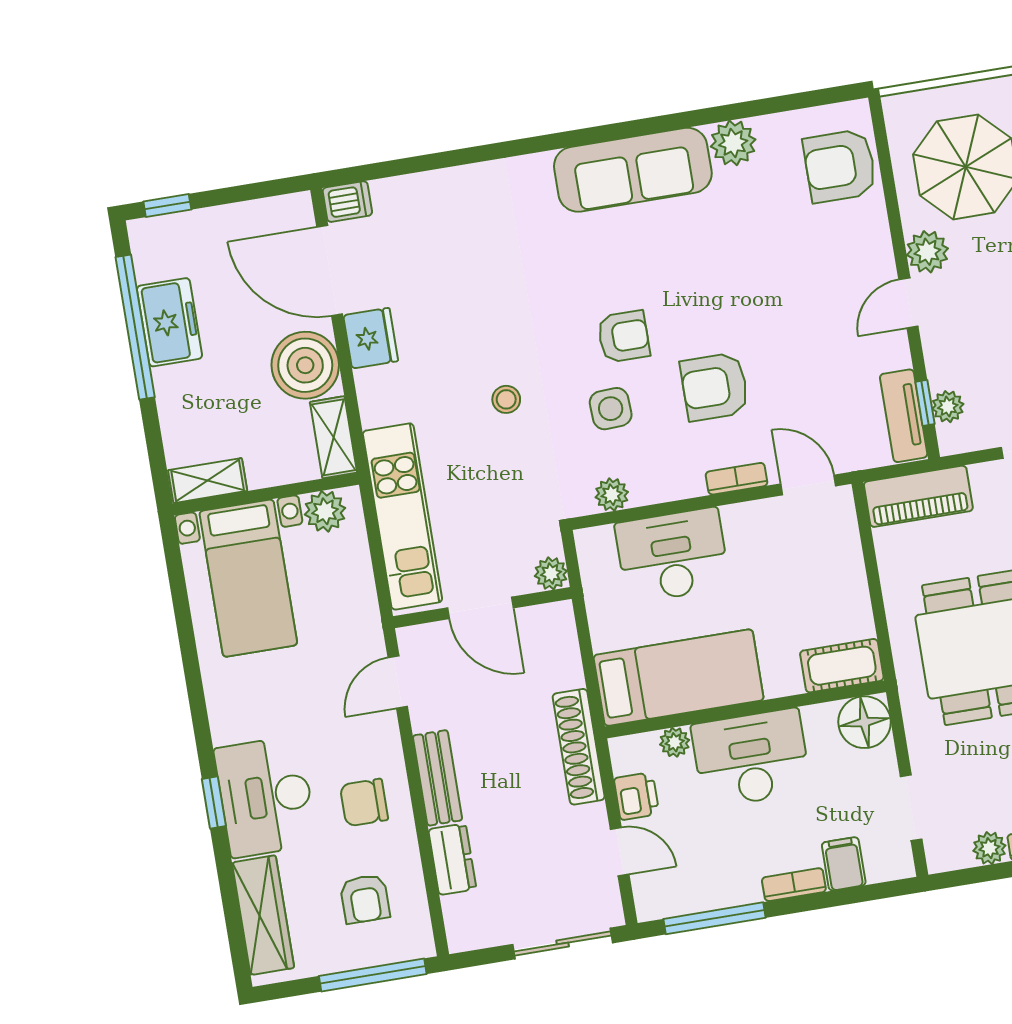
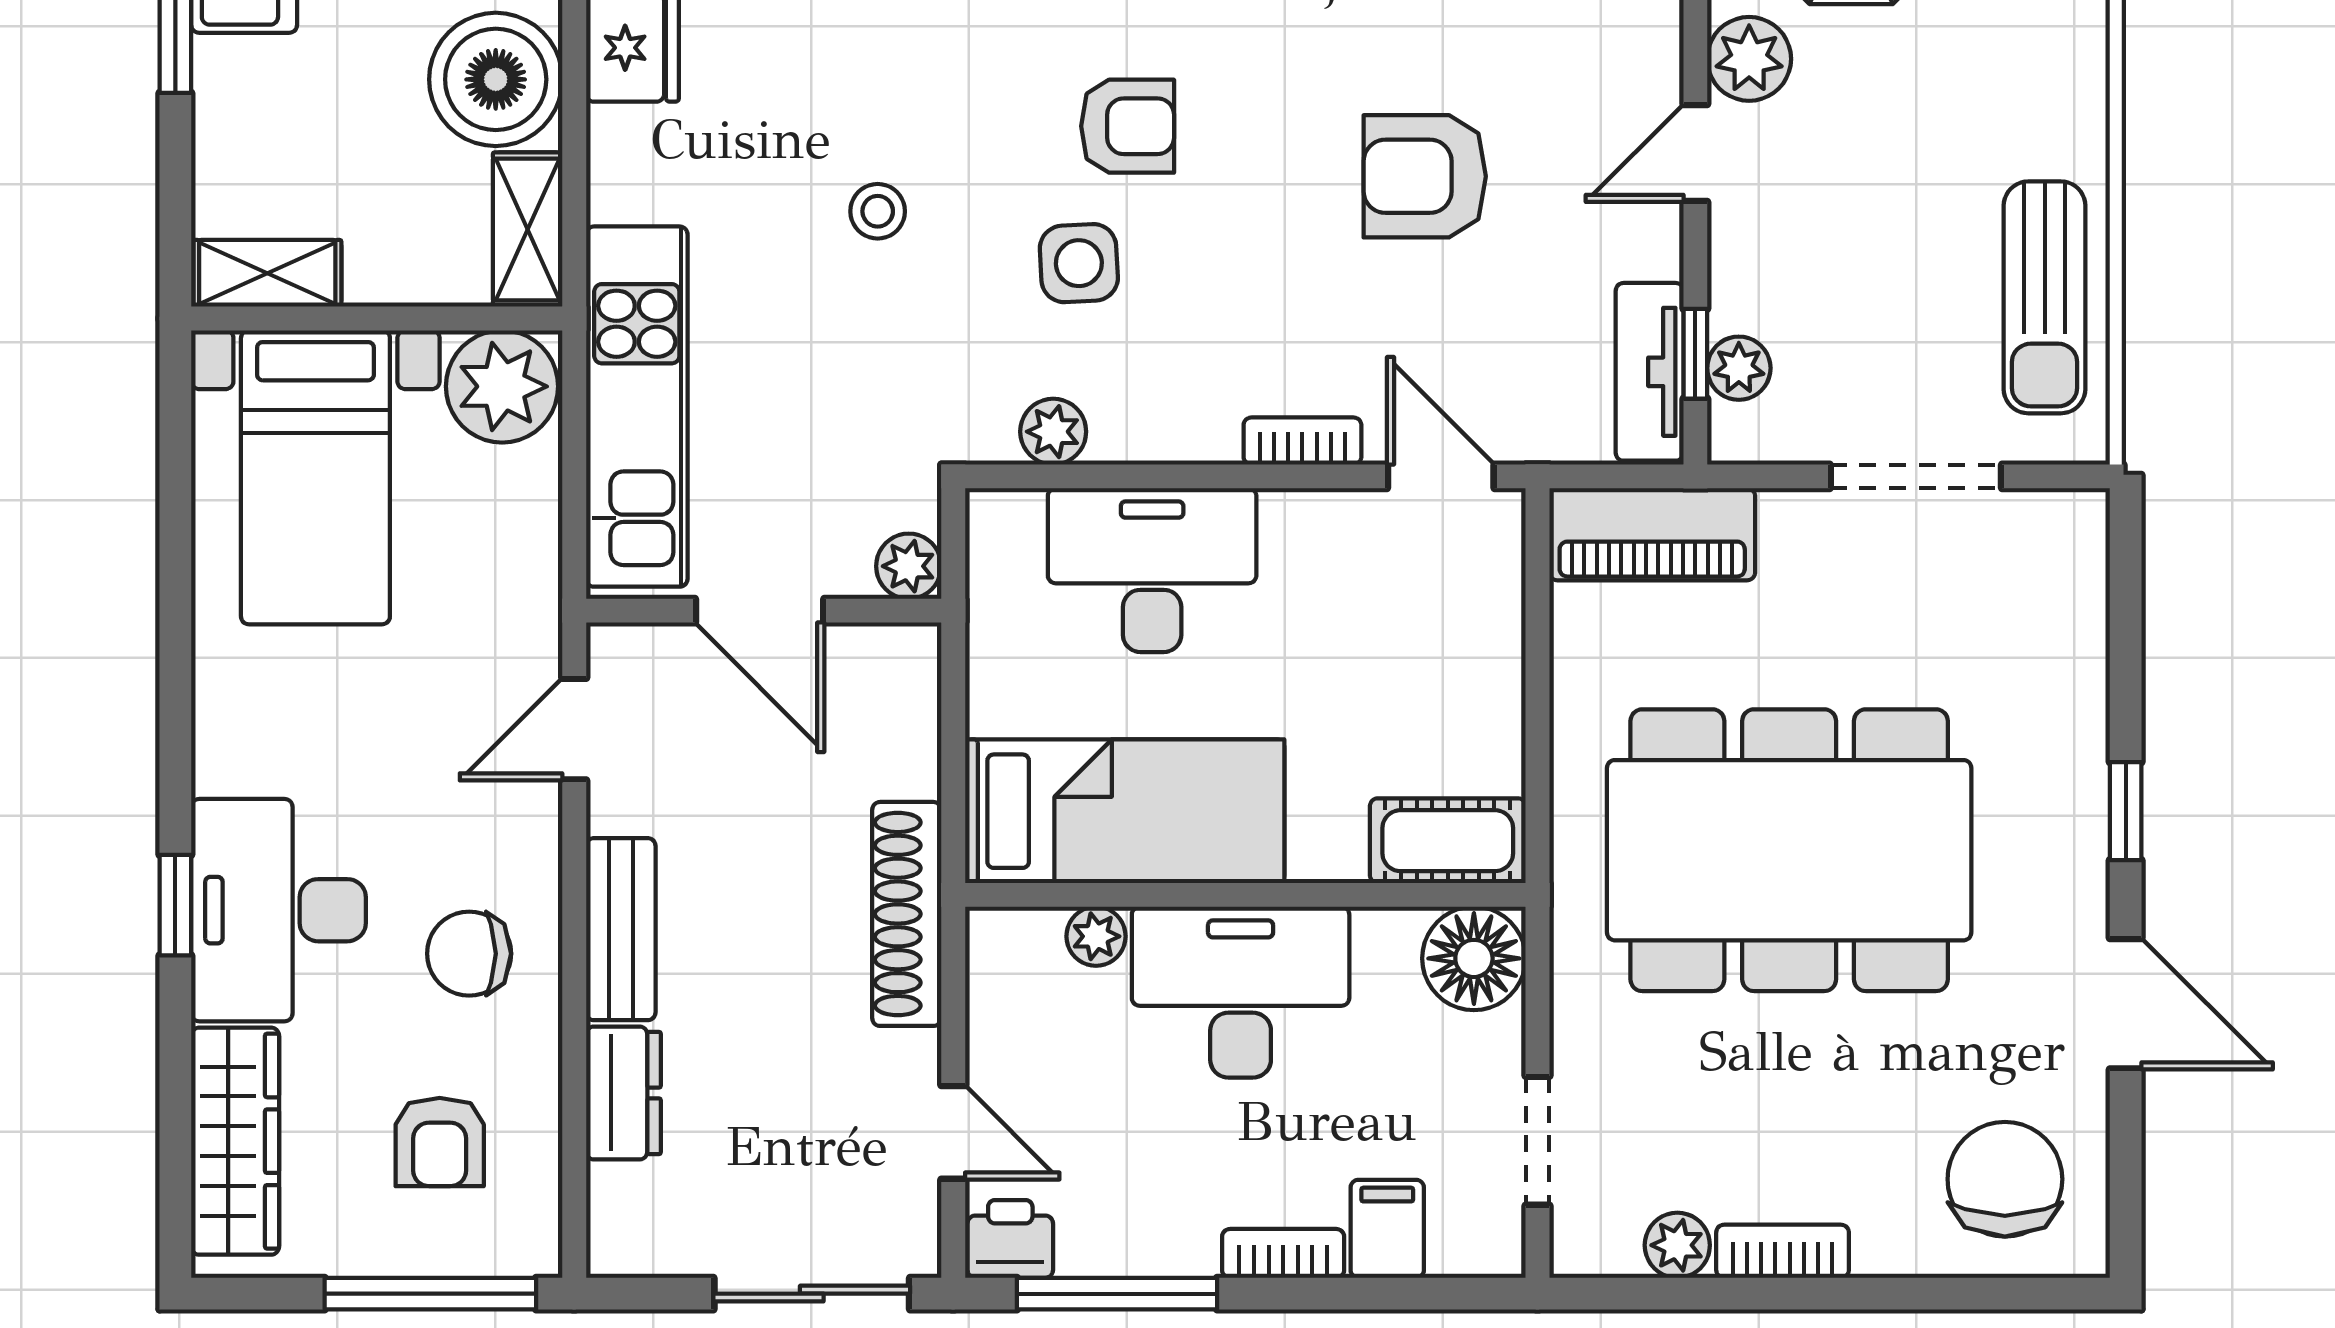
armchair: (715, 387) -> (1425, 176), moved
plant: (325, 511) -> (502, 386), width x1.36, depth x1.36
printer: (636, 796) -> (1010, 1239), moved, turned -90

